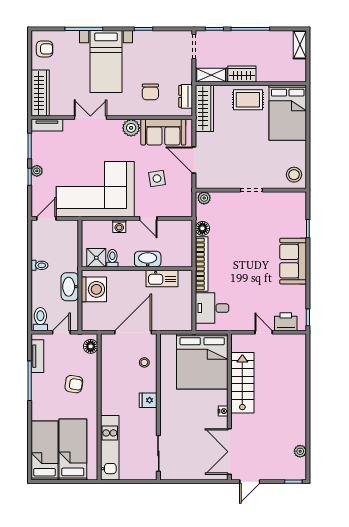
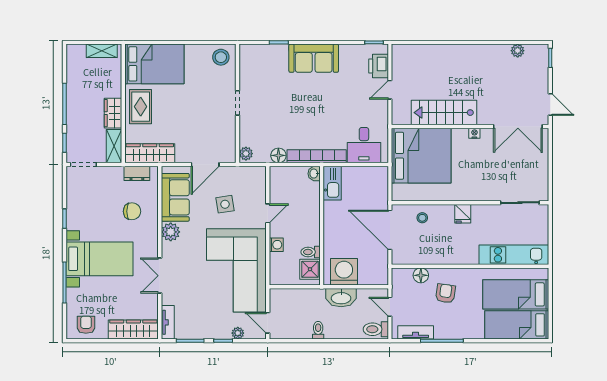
shelving: (300, 45) -> (102, 51), moved
plant: (37, 171) -> (238, 333), moved
washbasin: (148, 259) -> (314, 174), moved, width x0.52, depth x0.69
kitchen sink: (162, 278) -> (332, 183), moved
floor lamp: (91, 346) -> (421, 275), moved

